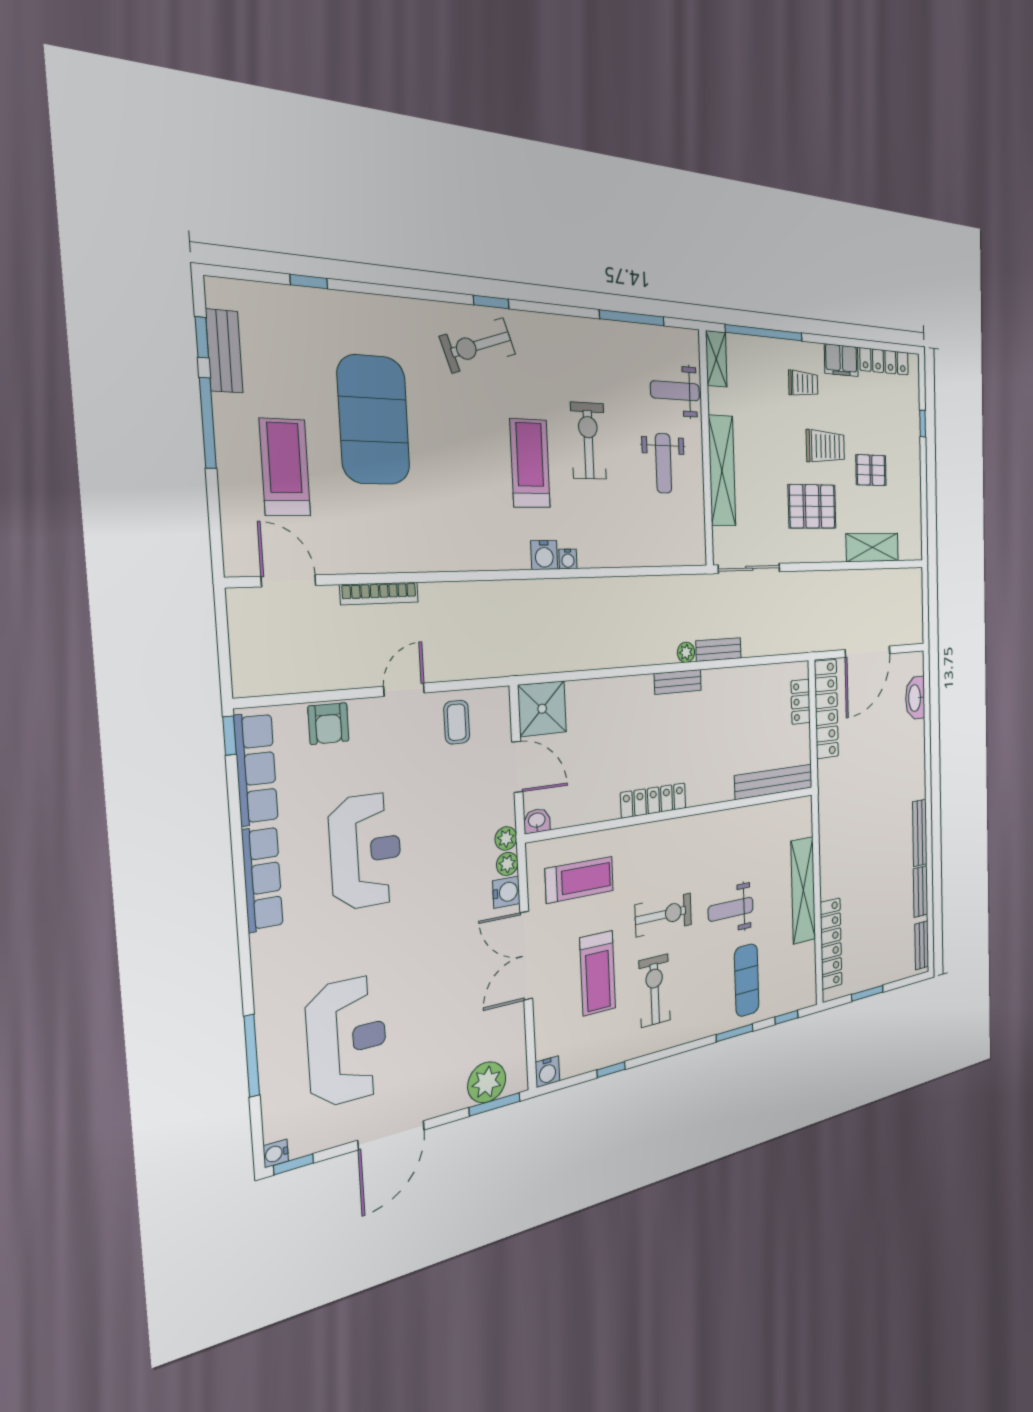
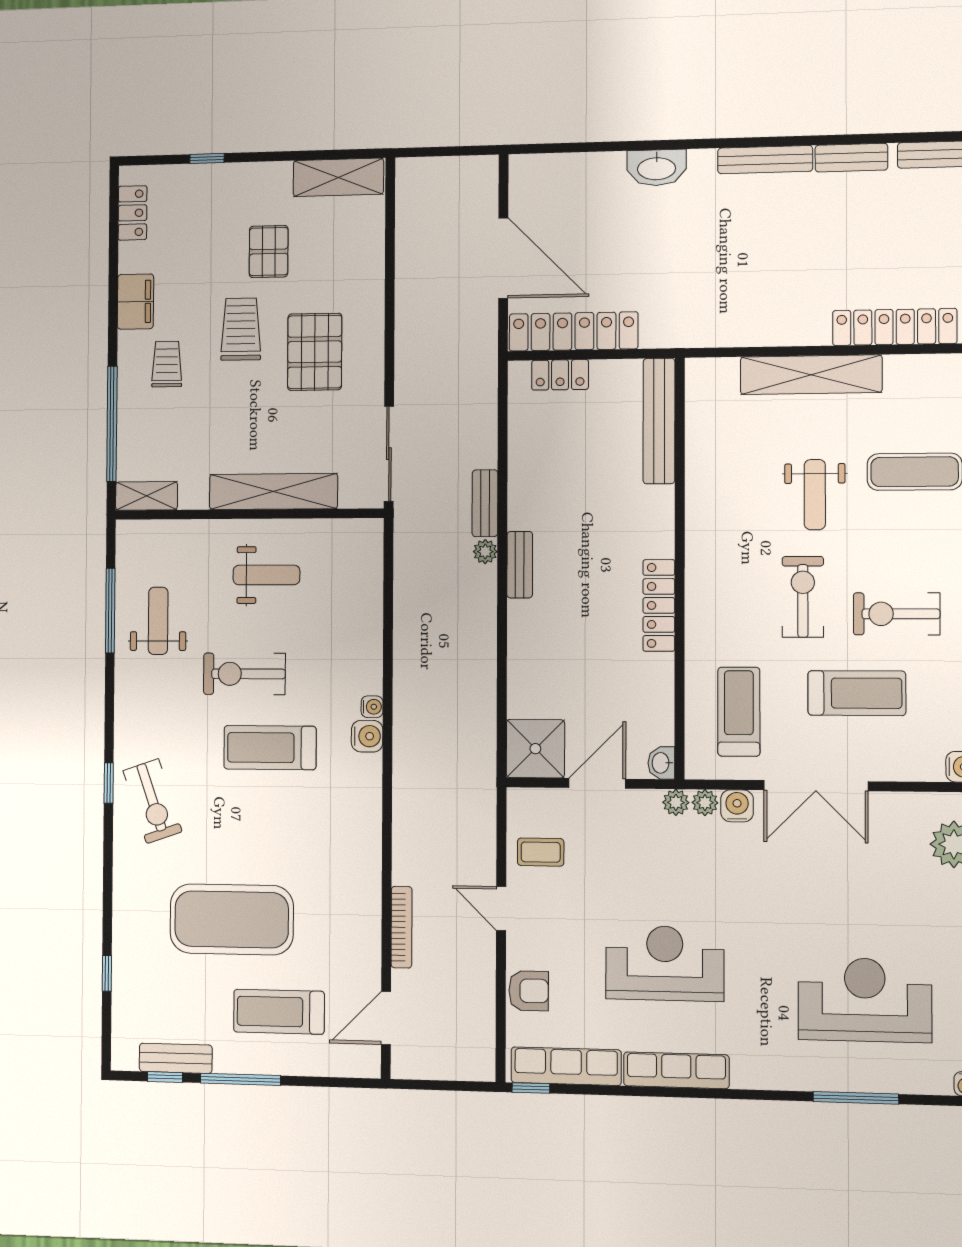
locker: (884, 361) -> (133, 213), width x0.66
weight bench: (675, 391) -> (158, 621), moved, turned 180
shelving: (872, 547) -> (338, 177), moved, turned 90
washbasin: (915, 698) -> (657, 168), moved

